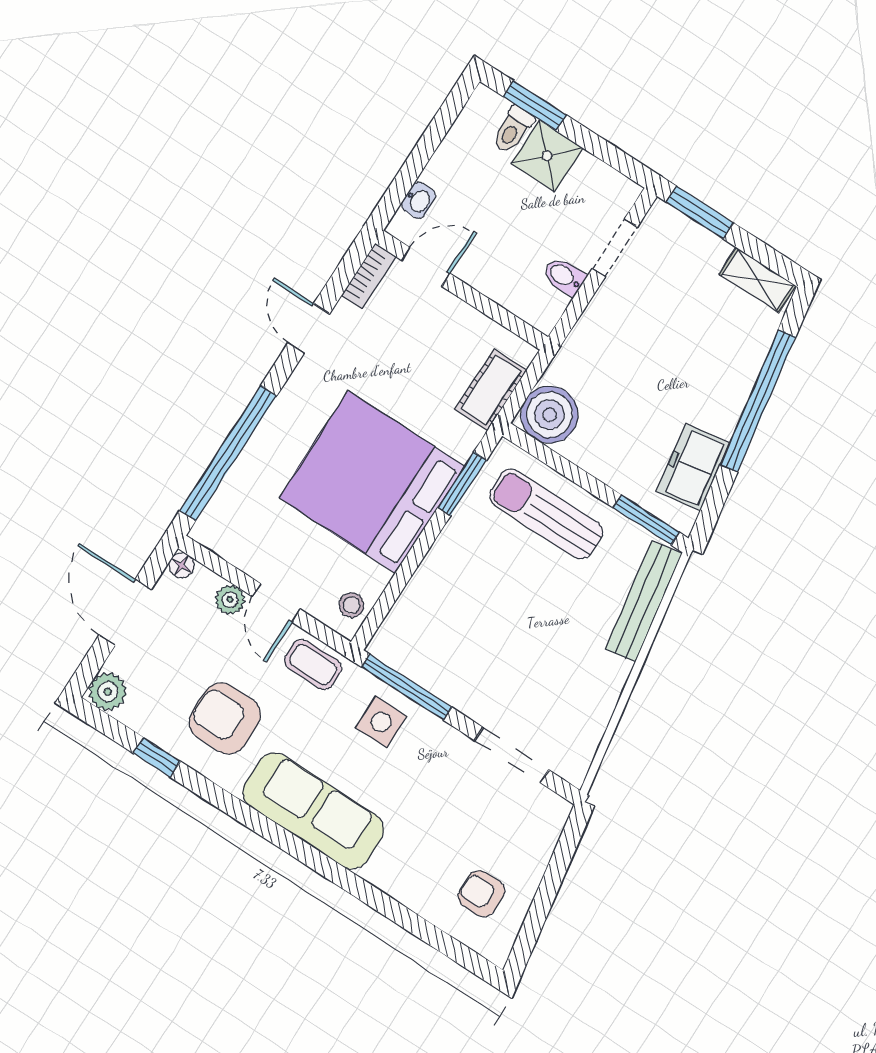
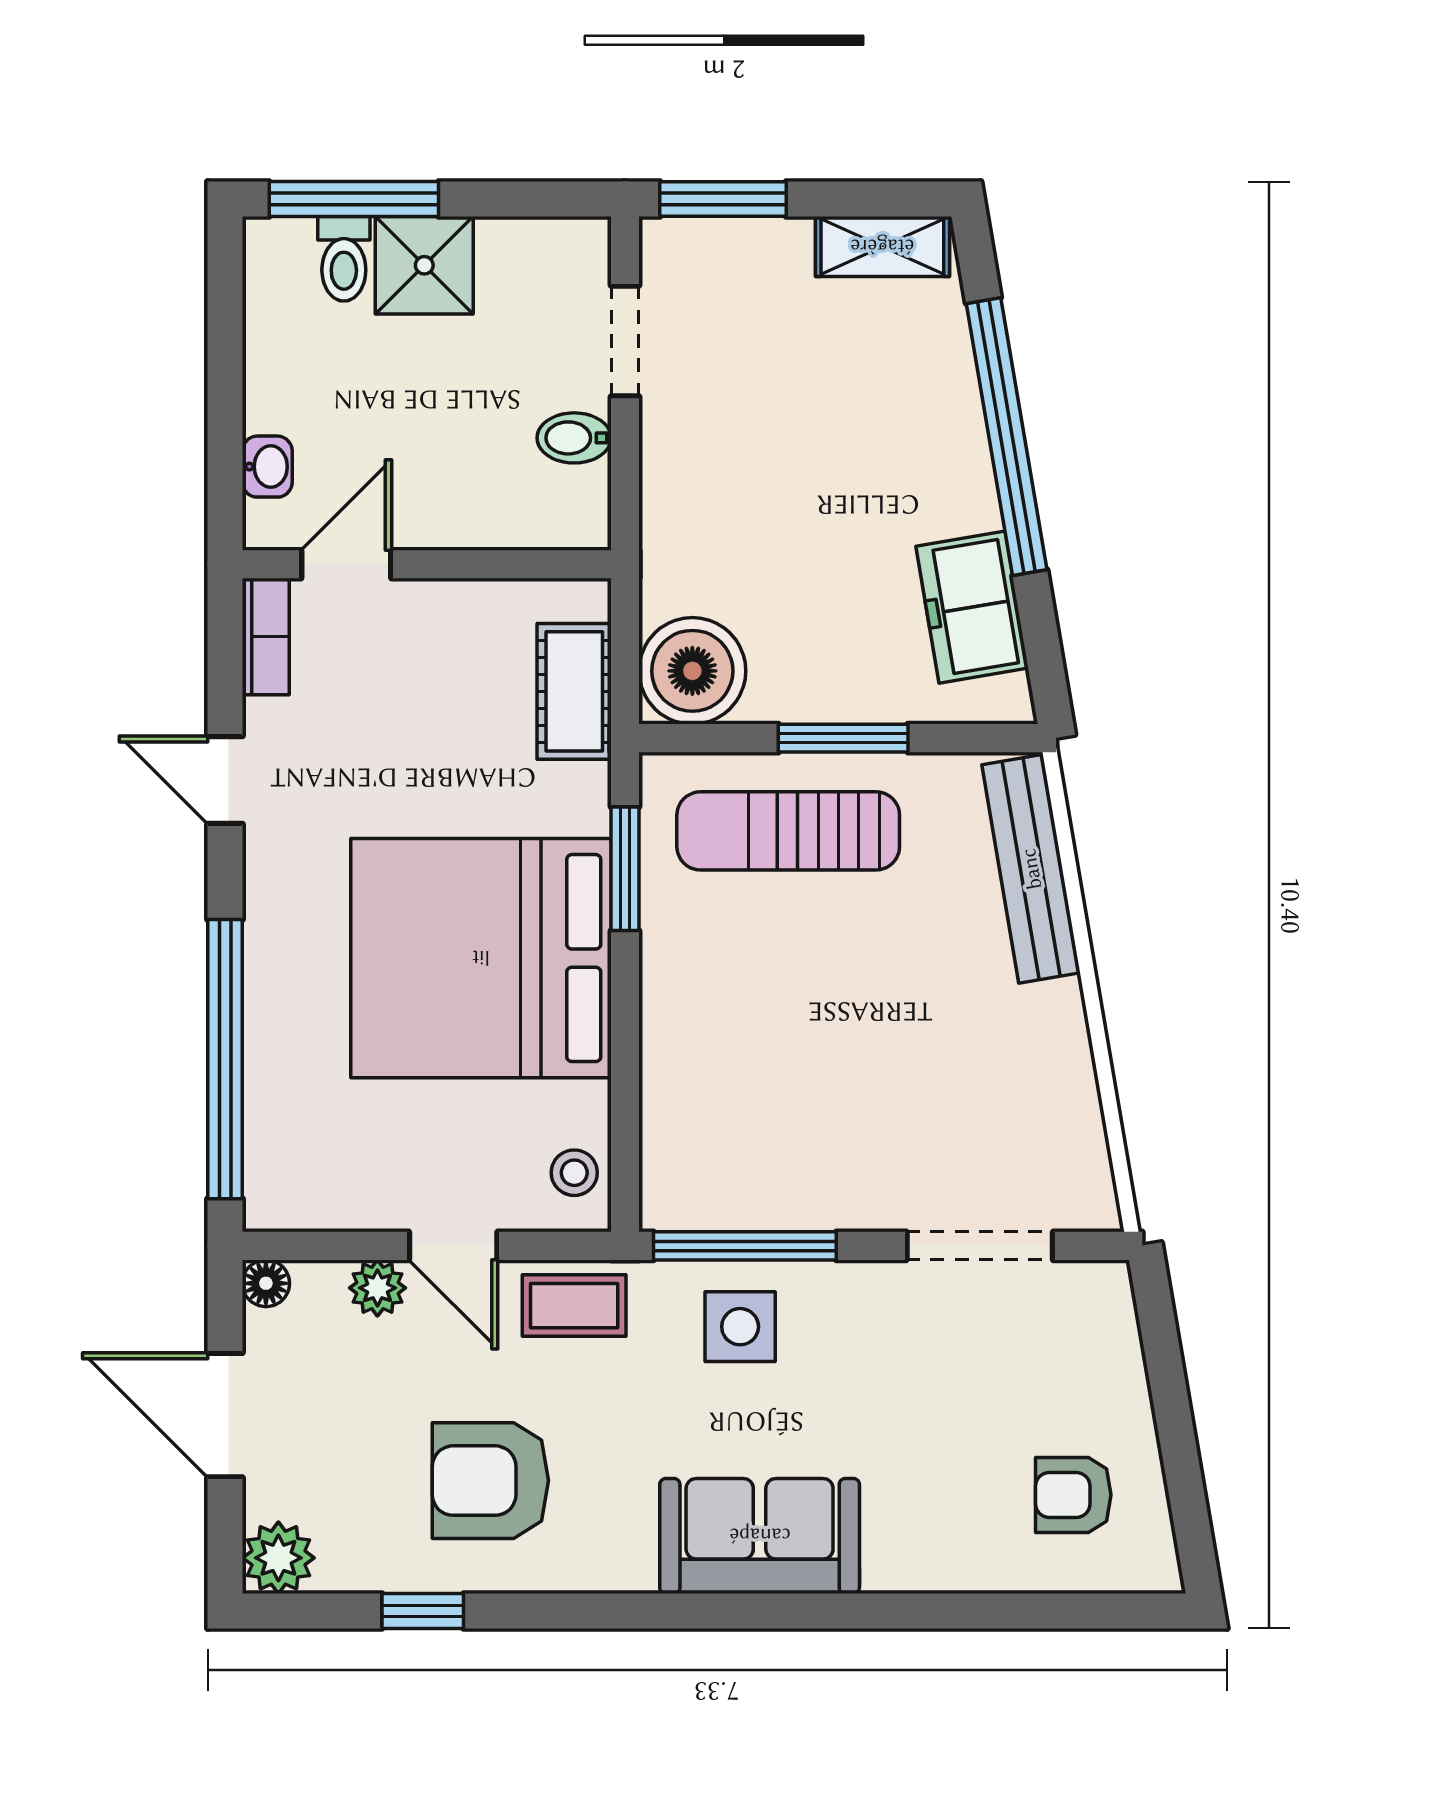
window: (535, 106) -> (354, 199), width x1.44
window: (646, 520) -> (843, 738), moved
sofa: (313, 811) -> (760, 1536), width x0.73

